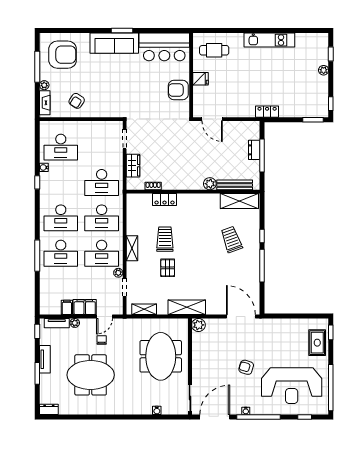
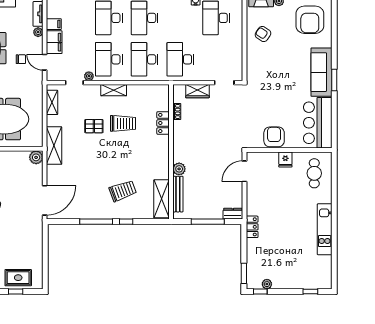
plant: (324, 70) -> (267, 284), moved
dresser: (254, 150) -> (233, 214), moved
window: (331, 332) -> (16, 291), moved

